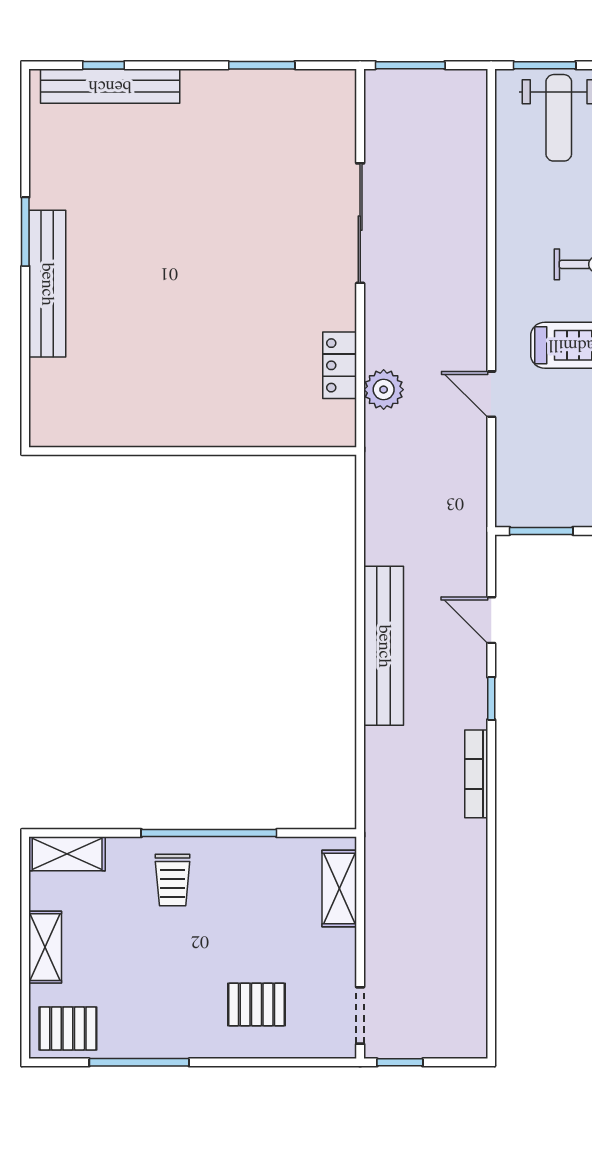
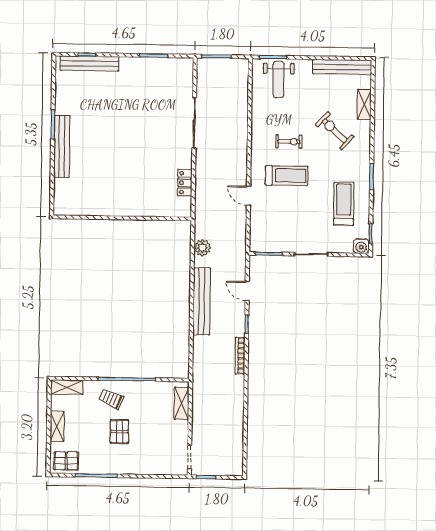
plant: (384, 390) -> (202, 248), moved
trolley: (173, 880) -> (111, 399), turned 113
pallet: (257, 1005) -> (119, 431), moved, turned 90

